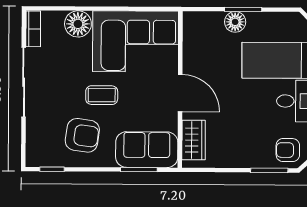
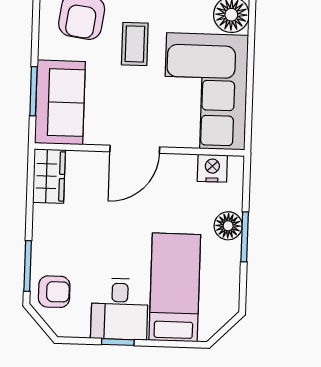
nightstand: (193, 35) -> (212, 168), added
wardrobe: (194, 140) -> (49, 176), moved, turned -90
armchair: (288, 150) -> (54, 292), turned 90

